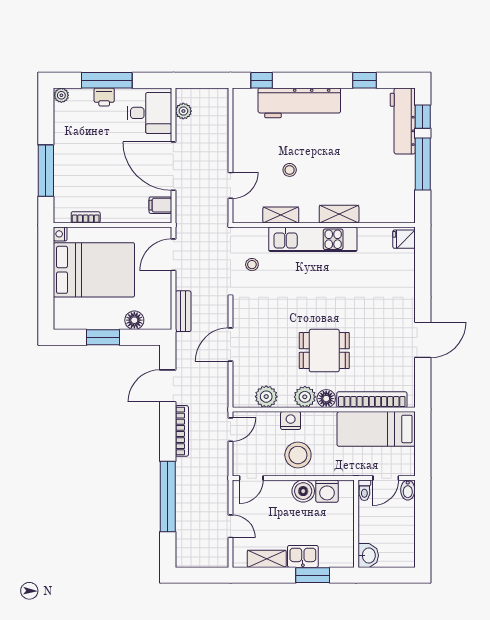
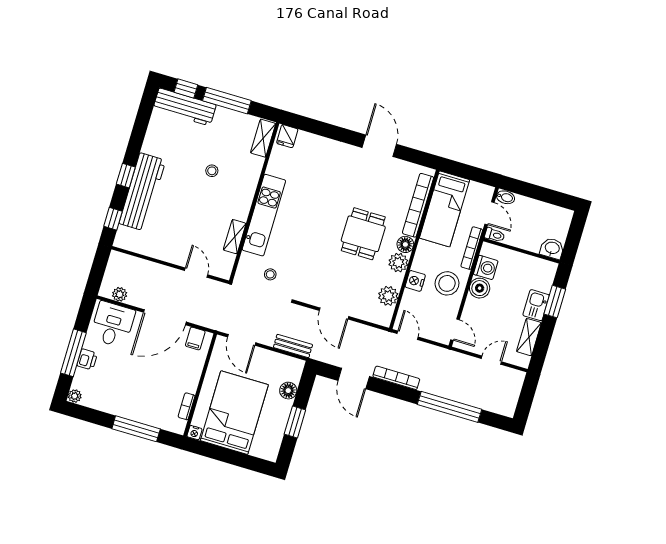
window: (364, 80) -> (126, 176), moved
stool: (290, 170) -> (212, 171), moved
shelving: (339, 214) -> (263, 138), moved
bookcase: (343, 470) -> (472, 248), added

